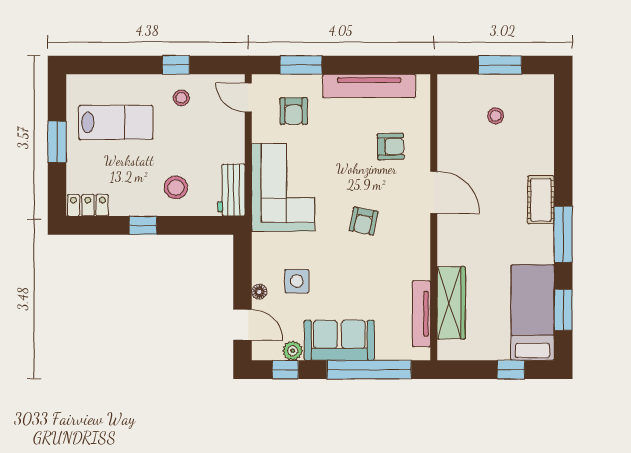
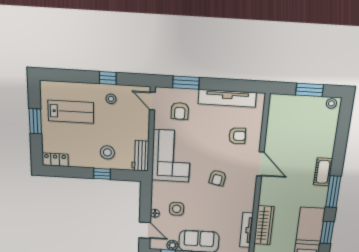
stool: (496, 116) -> (331, 103), moved
window: (143, 225) -> (102, 174), moved

